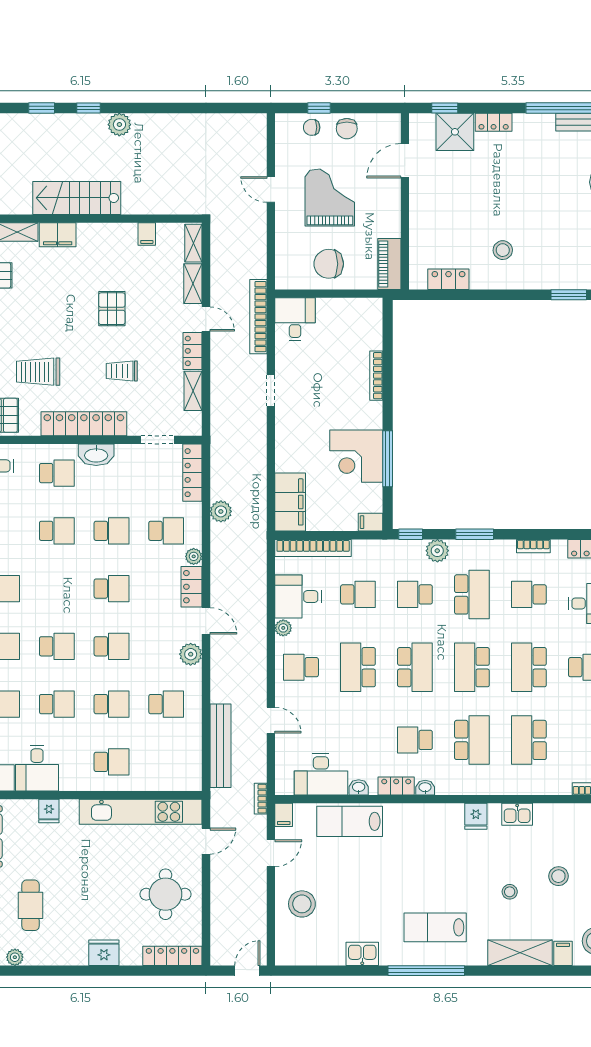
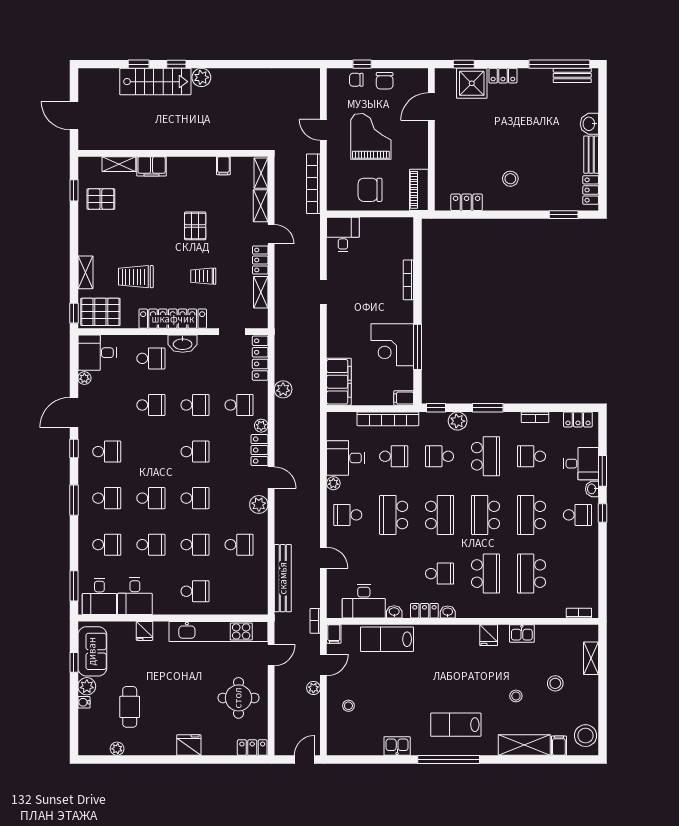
stairs: (77, 198) -> (155, 82), moved, turned 180
bookcase: (258, 317) -> (313, 184), moved
bookcase: (313, 548) -> (388, 419), moved
school desk: (415, 740) -> (440, 574), turned 180
plant: (259, 882) -> (313, 688), added
stool: (302, 904) -> (348, 706), width x0.53, depth x0.53
locker: (172, 956) -> (252, 748), width x0.66

